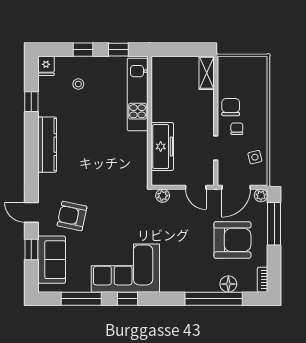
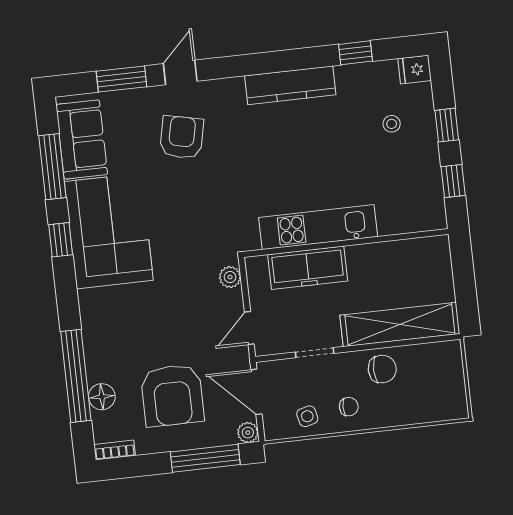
shelving: (207, 73) -> (400, 325), width x2.20, depth x1.33
kitchen unit: (138, 94) -> (318, 227), moved
chair: (237, 129) -> (349, 407), moved
window: (31, 249) -> (122, 79), width x1.50
sofa: (52, 260) -> (82, 139), moved, turned -90

